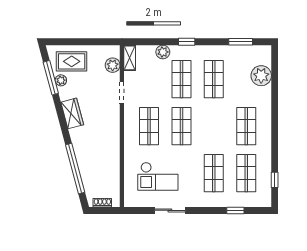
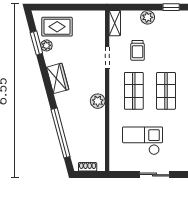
plant: (113, 65) -> (98, 101), moved
window: (51, 78) -> (36, 43), width x0.69
shop shelf: (181, 79) -> (166, 44), removed
trolley: (153, 85) -> (138, 50), added
checkout: (158, 176) -> (143, 141), turned 180

